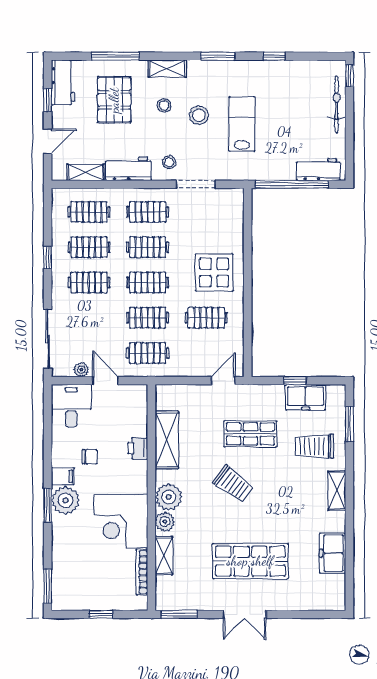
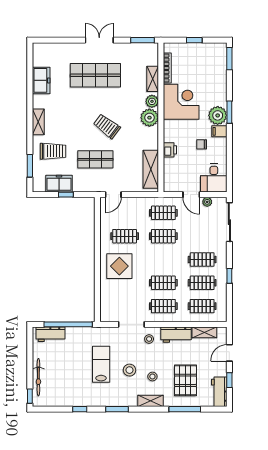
lab bench: (242, 124) -> (101, 364), turned 180
clothes rail: (148, 282) -> (163, 259), removed
shelving: (167, 440) -> (151, 169), moved

